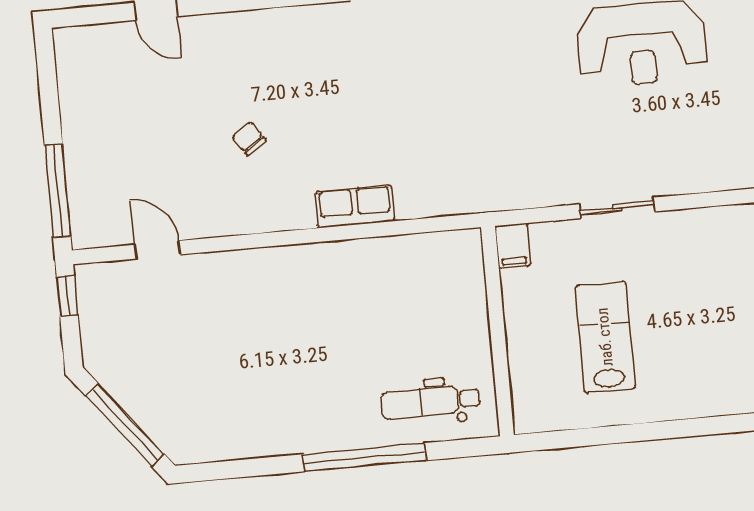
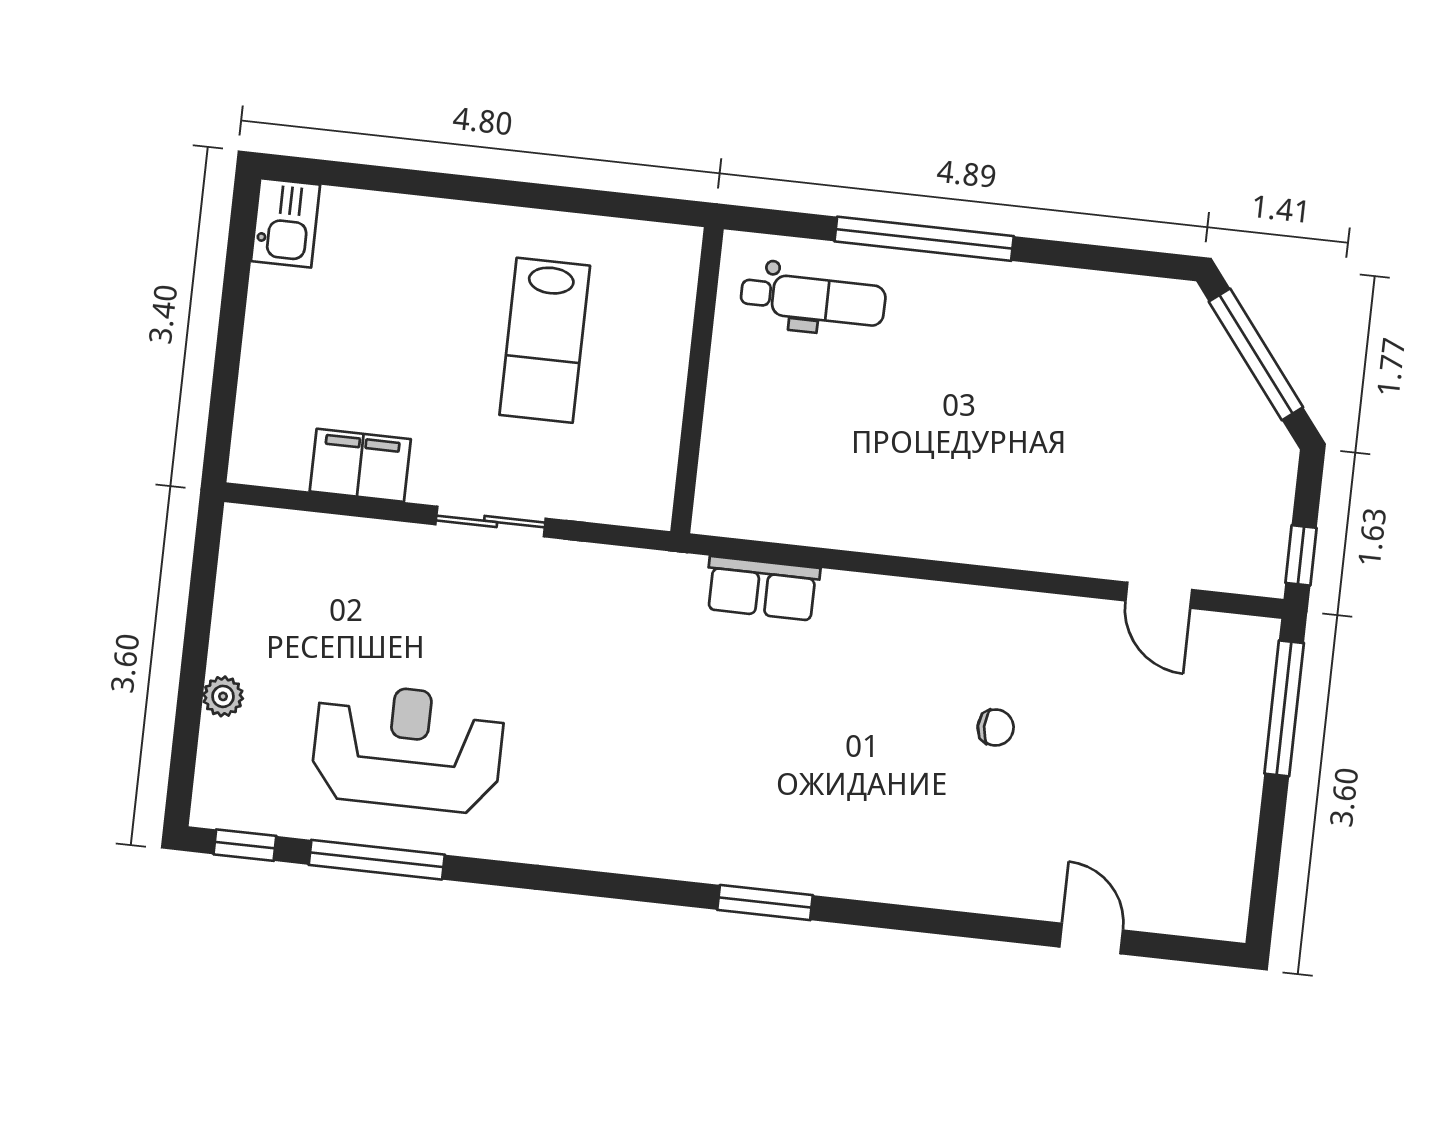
chair: (249, 138) -> (996, 727), turned -55
row of seats: (355, 206) -> (762, 588), moved
filing cabinet: (513, 246) -> (360, 465), moved, width x2.00

